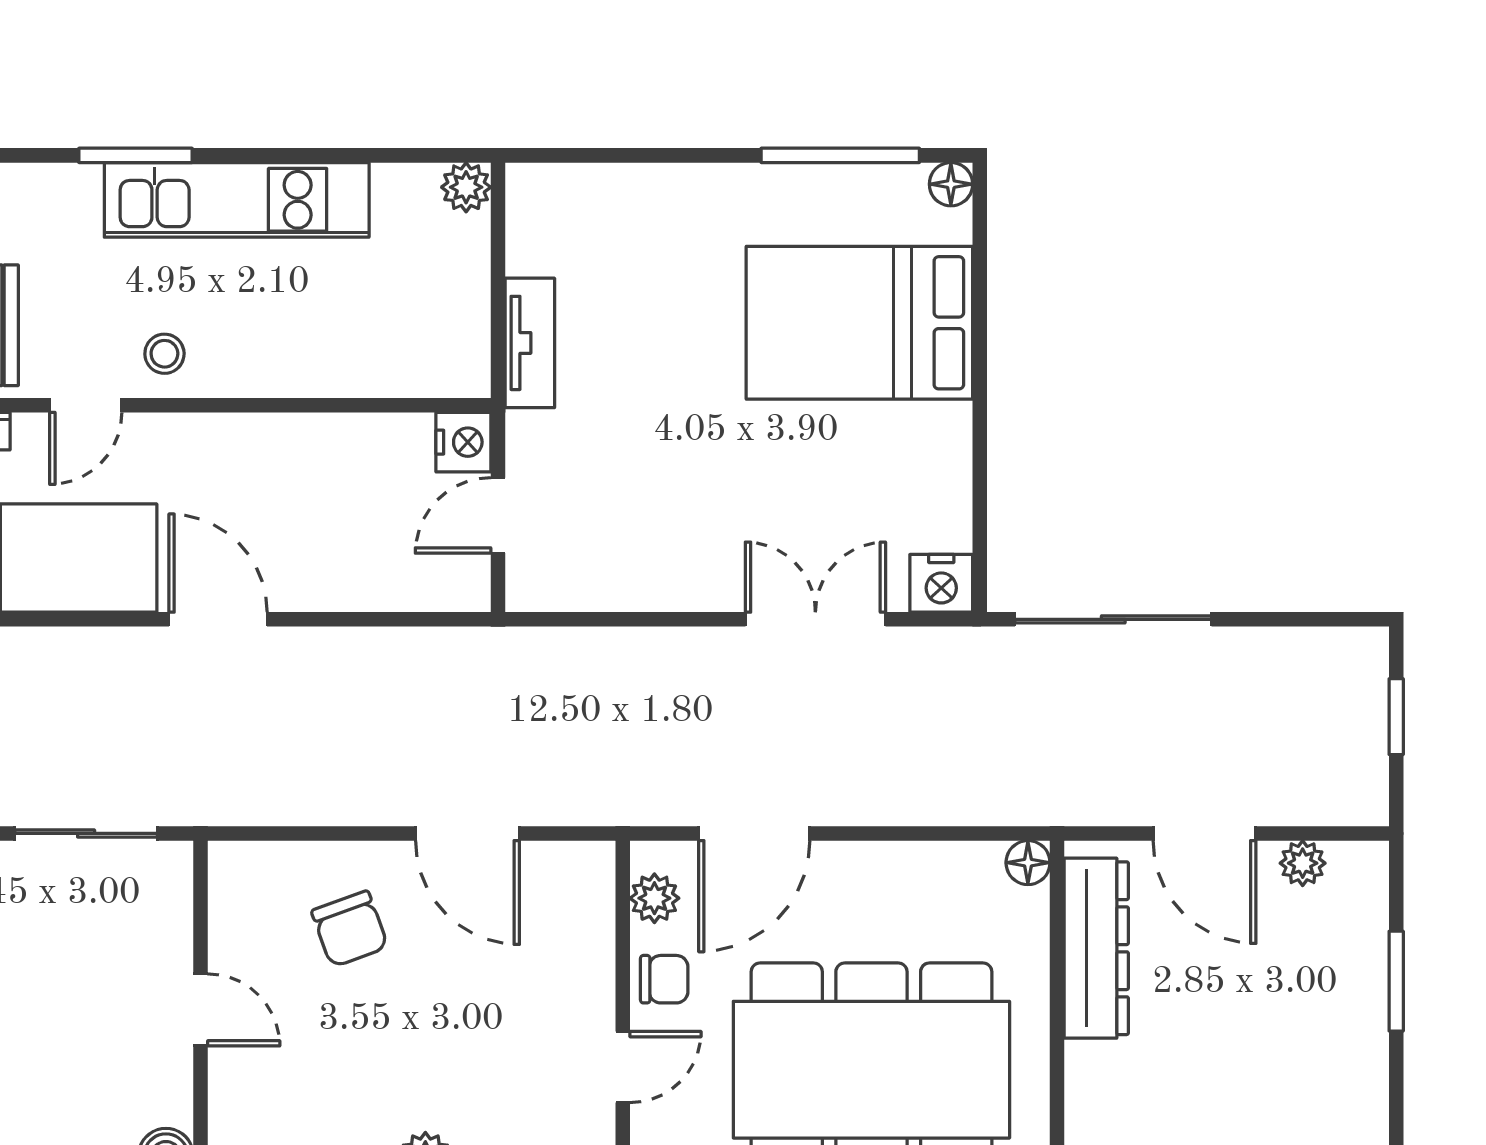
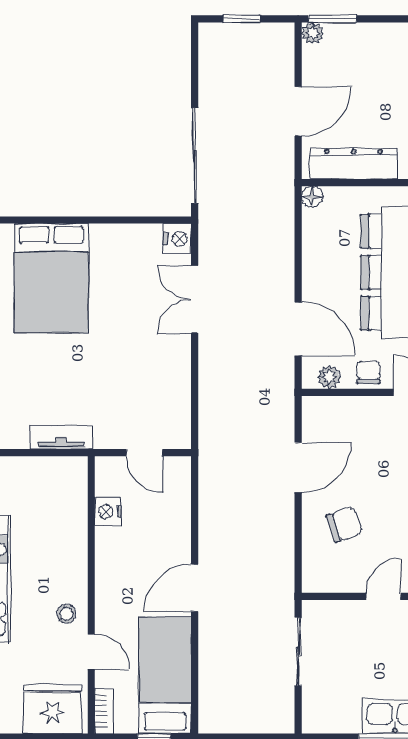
nightstand: (463, 442) -> (108, 511), moved, turned -90
plant: (1303, 863) -> (312, 33), moved
window: (1396, 981) -> (332, 19), moved

